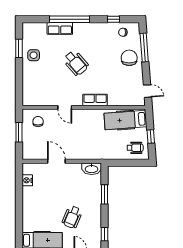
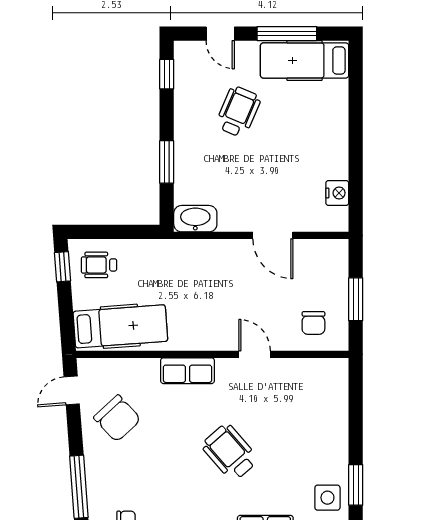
side table: (34, 55) -> (327, 498), moved
chair: (129, 58) -> (117, 418), moved, turned -43
door: (147, 91) -> (72, 390), hinge flipped
window: (151, 136) -> (62, 267), moved

